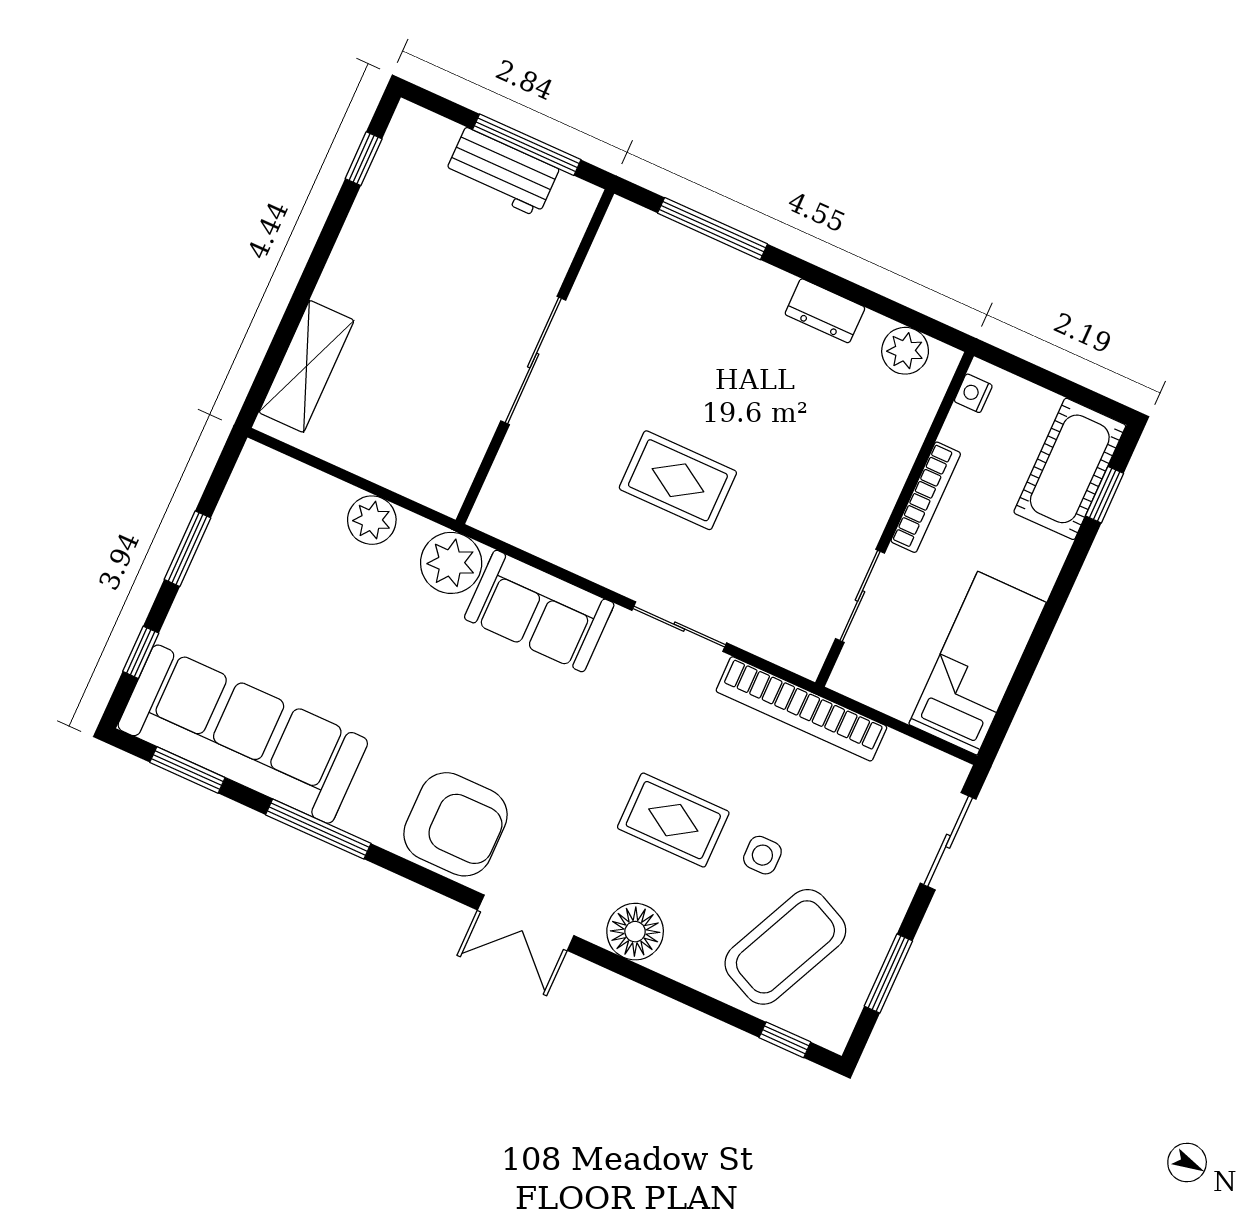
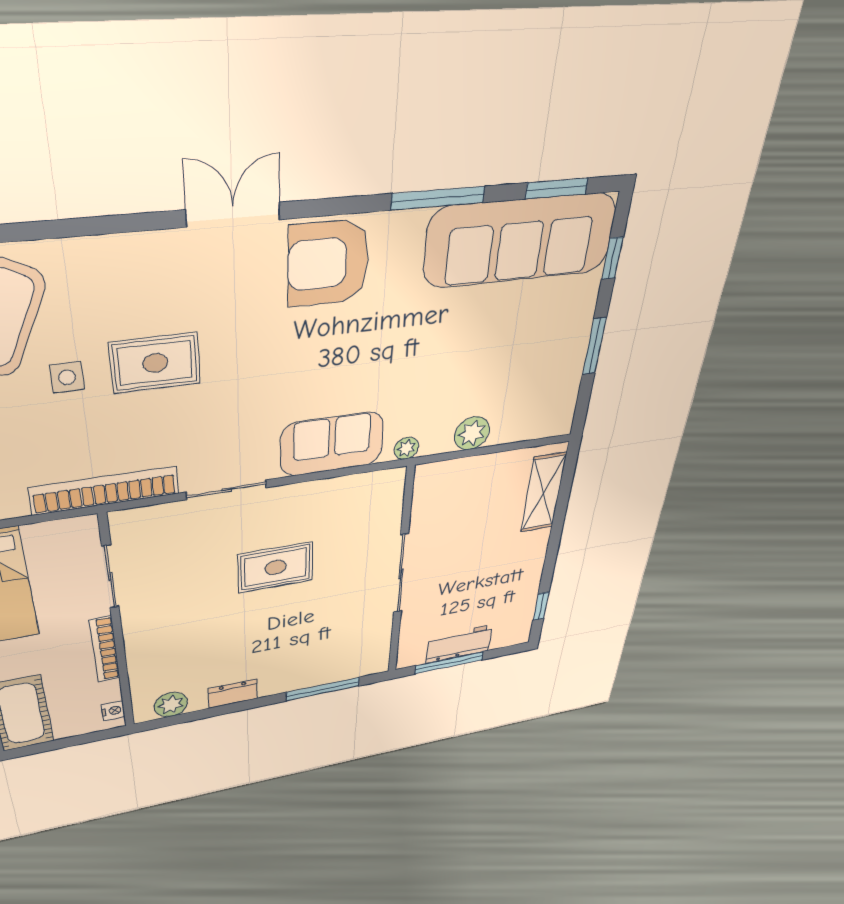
plant: (451, 563) -> (406, 448), width x0.53, depth x0.53
floor lamp: (635, 932) -> (136, 259), removed

